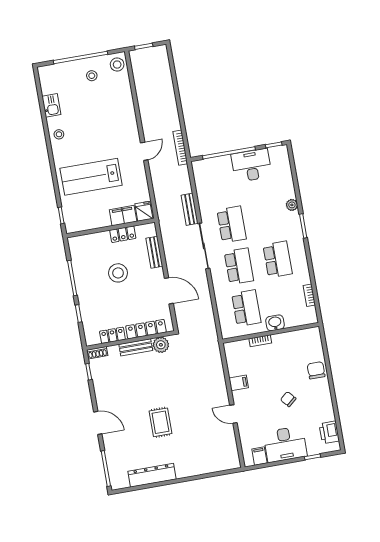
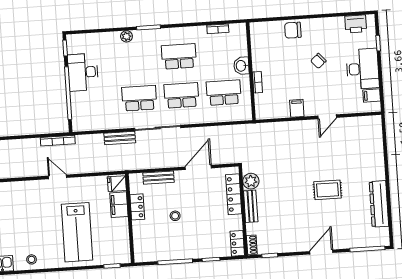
stool: (118, 273) -> (175, 216), width x0.53, depth x0.53
locker: (112, 335) -> (237, 243), moved

